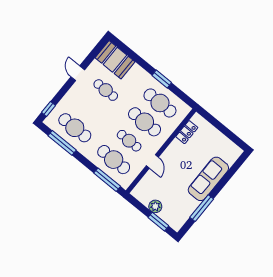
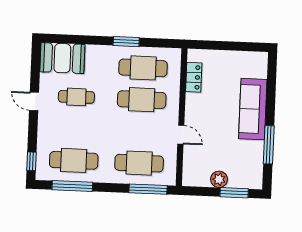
cafe table: (129, 141) -> (140, 131), removed

